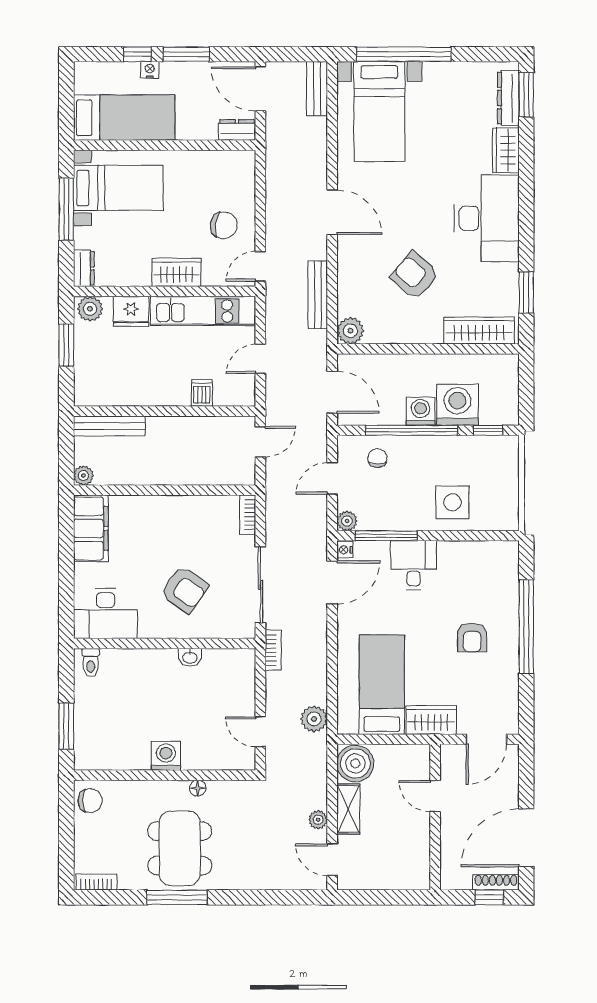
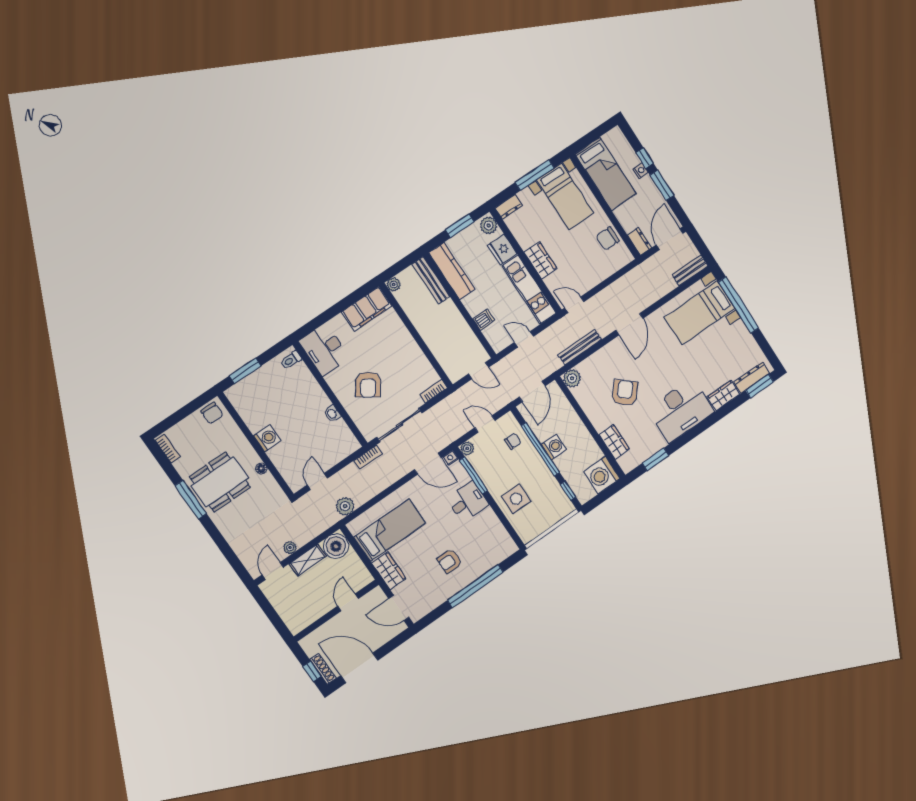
chair: (224, 225) -> (608, 239), moved, turned 82
wardrobe: (479, 331) -> (614, 442), width x0.67
kitchen counter: (115, 392) -> (452, 271), added
washing machine: (457, 405) -> (602, 475), moved, turned 180

